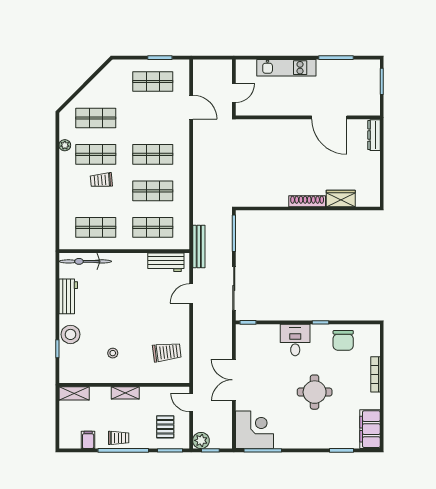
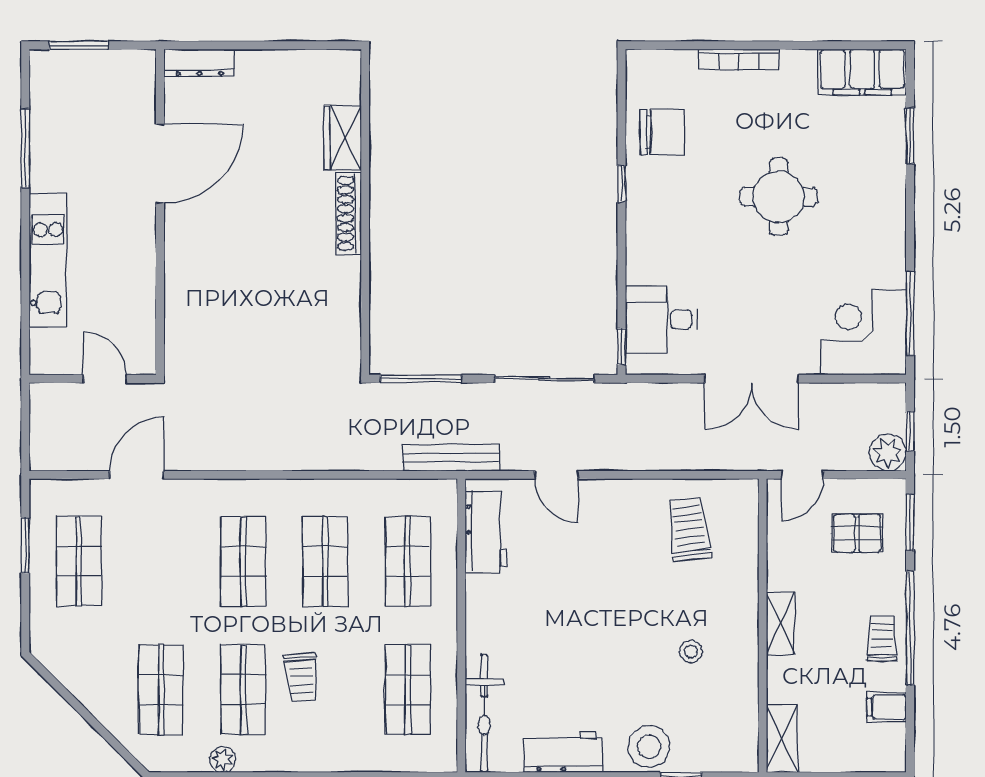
desk: (295, 340) -> (661, 320), moved

